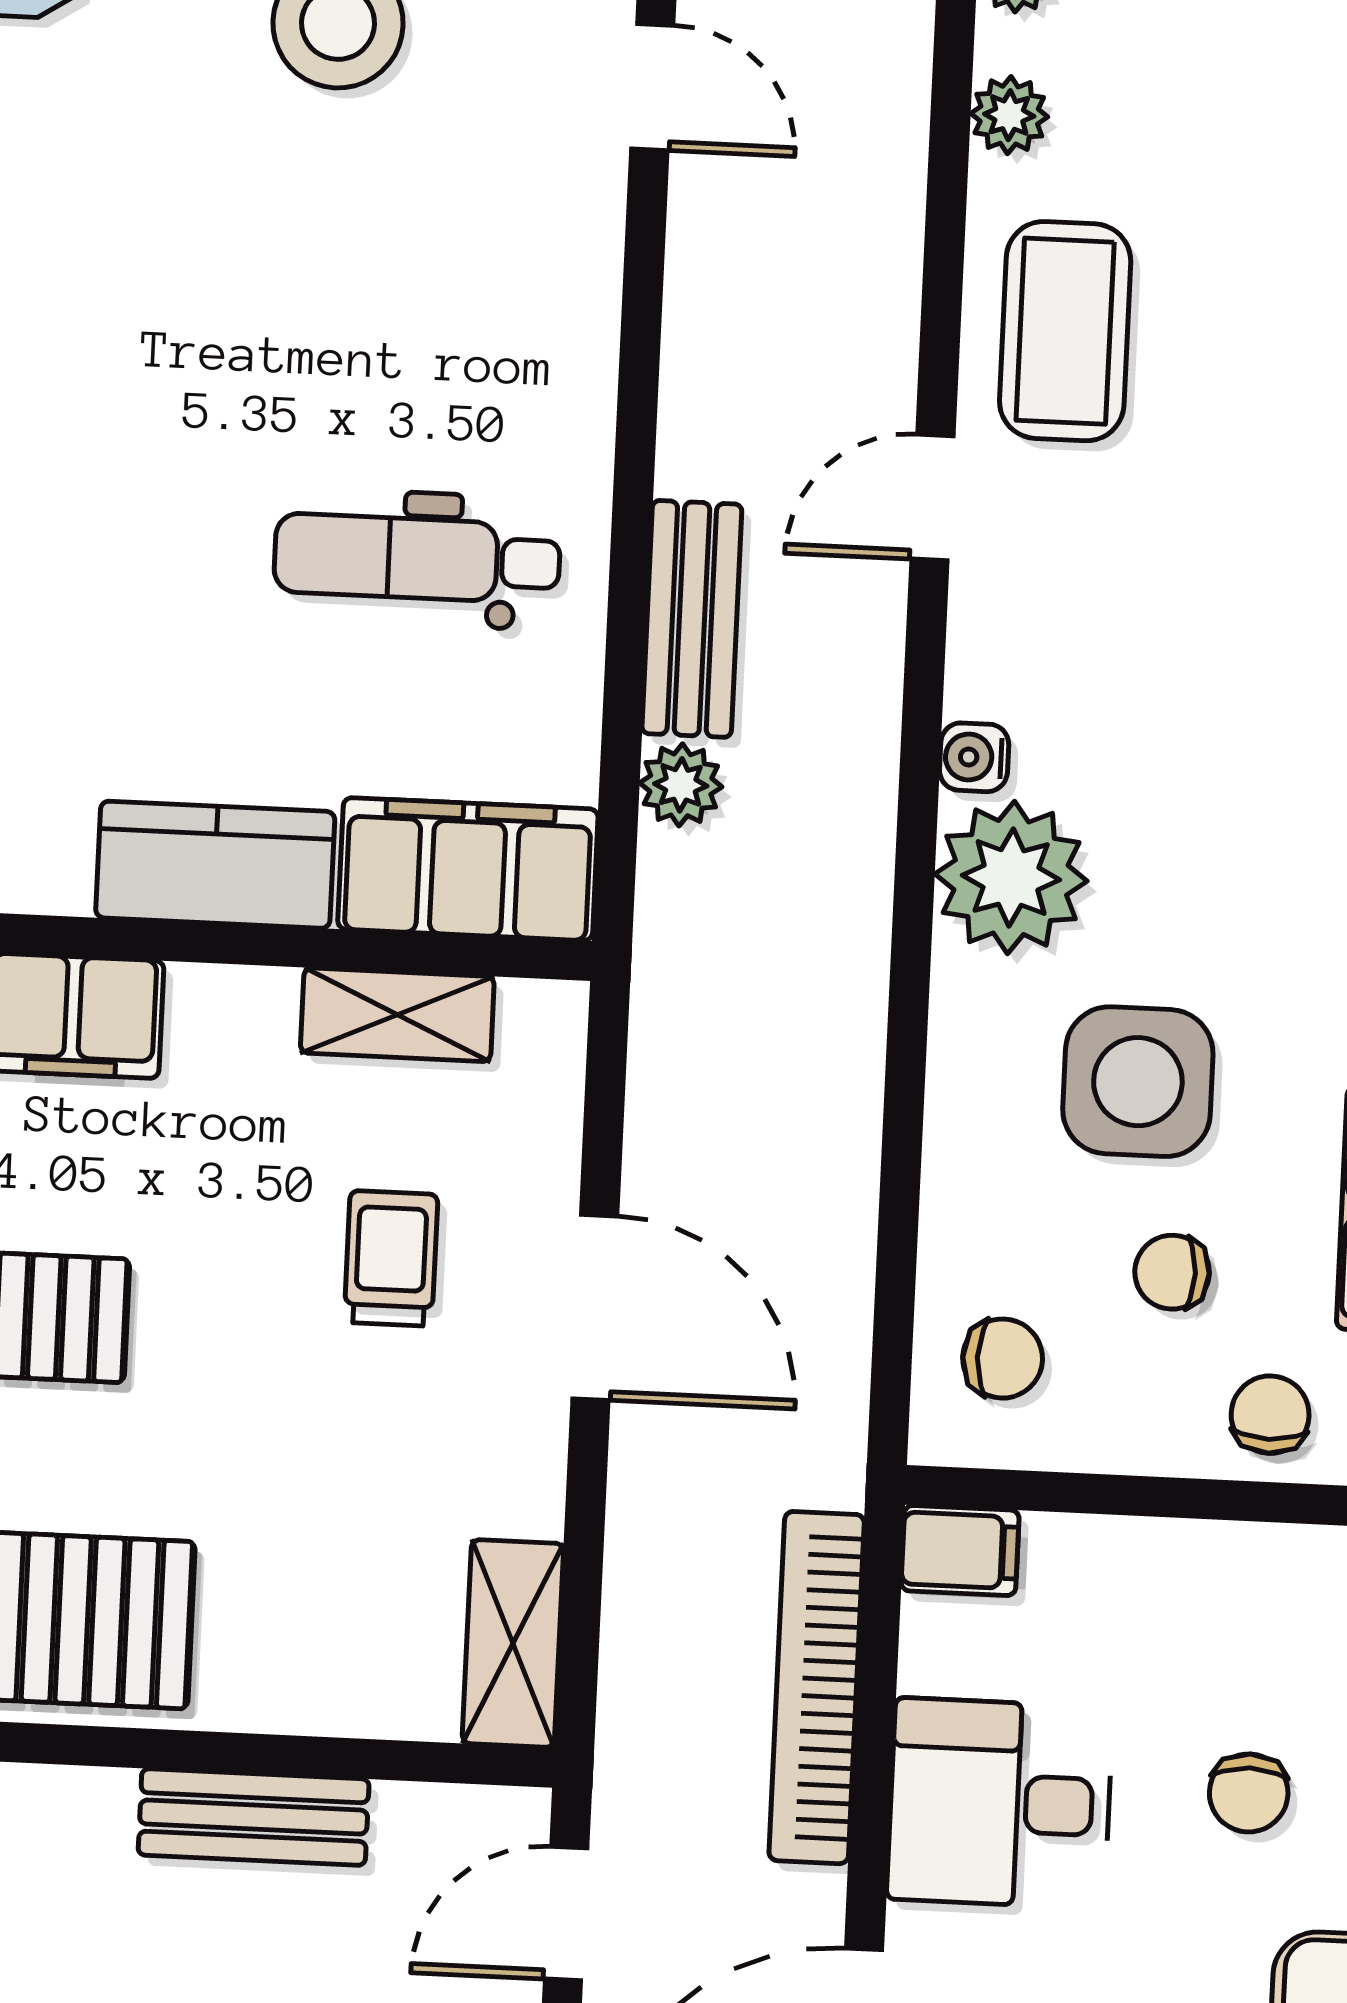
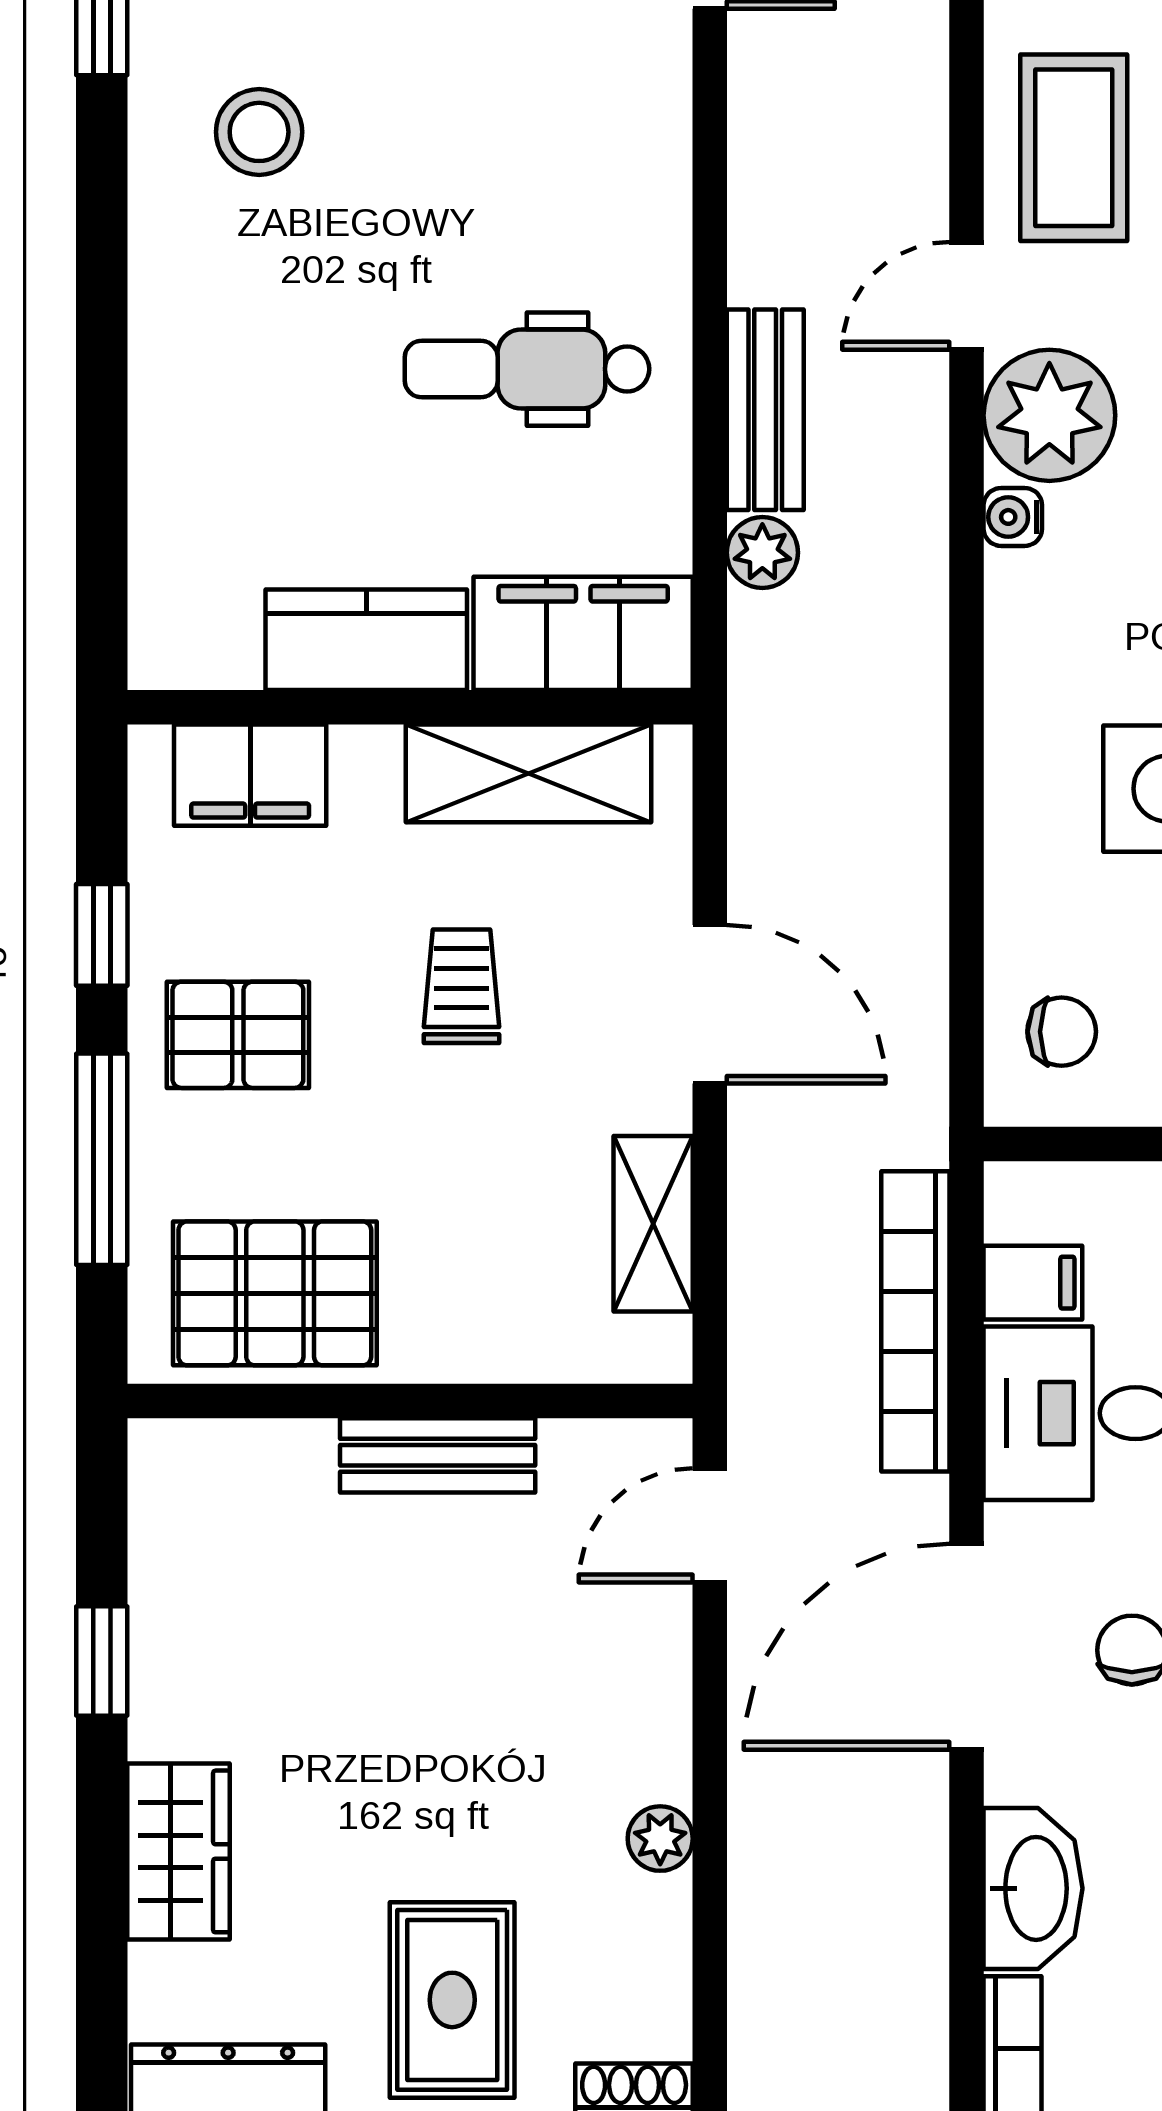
stool: (118, 268) -> (259, 132), added
plant: (1011, 878) -> (1049, 415), moved
shelving: (397, 1015) -> (528, 773), width x1.50, depth x1.33
trolley: (391, 1258) -> (461, 986), moved
filing cabinet: (960, 1550) -> (1033, 1283), moved
shelving: (513, 1643) -> (653, 1224), moved

